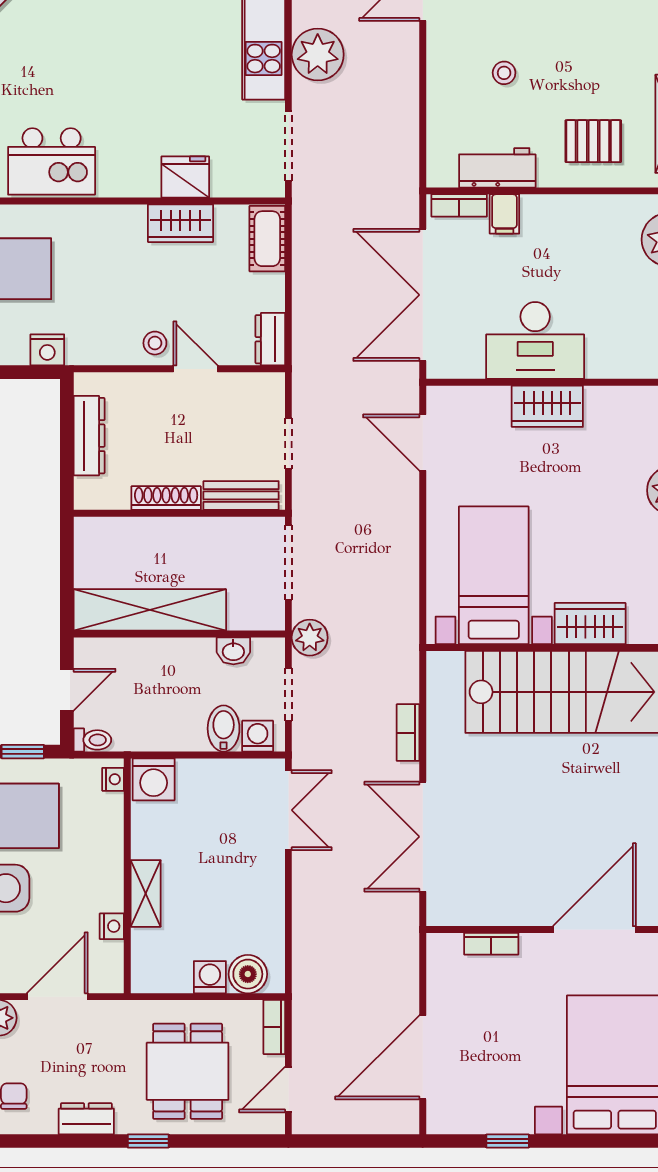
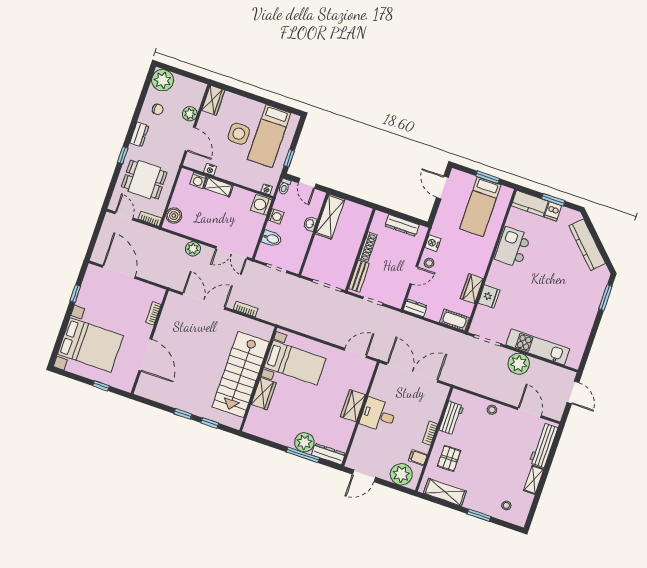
stool: (504, 73) -> (492, 410), moved
bookcase: (459, 205) -> (430, 433), moved
filing cabinet: (504, 214) -> (418, 458), moved
desk: (535, 340) -> (378, 415), width x0.73
nightstand: (47, 350) -> (433, 243), moved
shelving: (150, 610) -> (330, 216), width x0.68
plant: (310, 638) -> (193, 249), moved
washbasin: (233, 651) -> (310, 224), moved
washing machine: (258, 736) -> (276, 216), moved
washing machine: (210, 977) -> (198, 180), moved, turned 90

